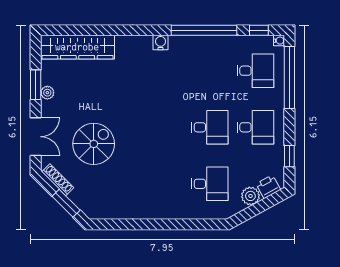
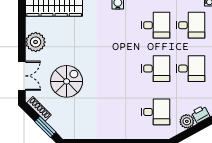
desk: (210, 71) -> (156, 25), added
window: (36, 85) -> (22, 36), removed
plant: (47, 93) -> (36, 42), width x1.87, depth x1.87

